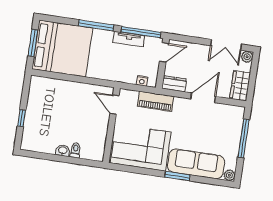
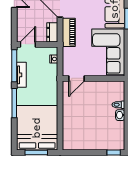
door: (164, 52) -> (28, 44), hinge flipped
piano: (156, 101) -> (69, 32), moved
window: (22, 118) -> (114, 153), moved

